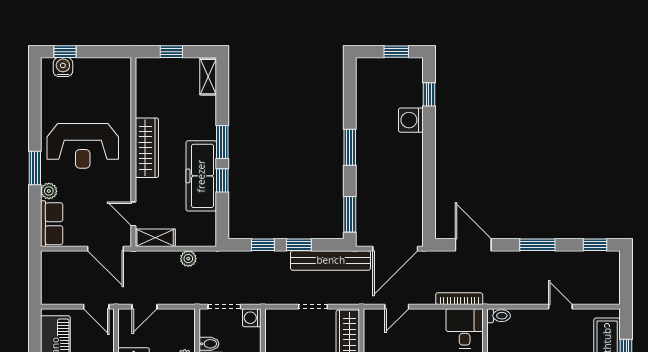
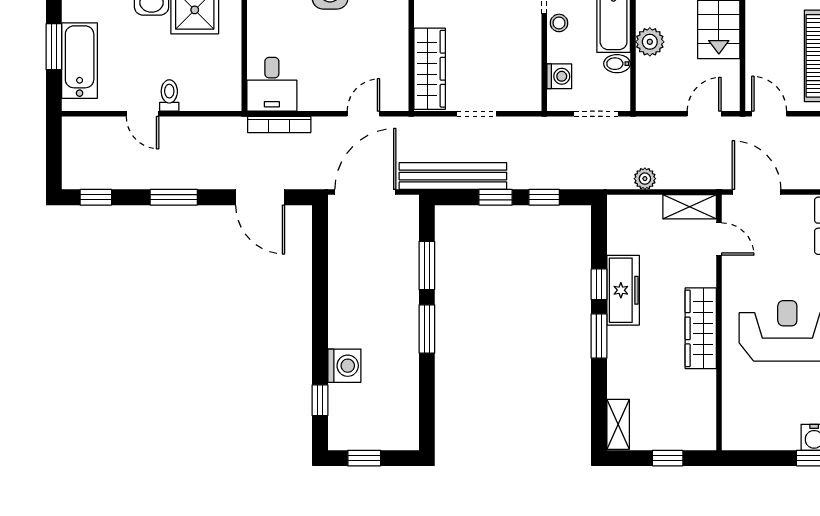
freezer: (201, 176) -> (623, 290), width x0.73, depth x0.79
window: (350, 214) -> (427, 265), moved
toilet: (499, 316) -> (169, 96), moved, turned 90
washing machine: (252, 318) -> (559, 76), moved

